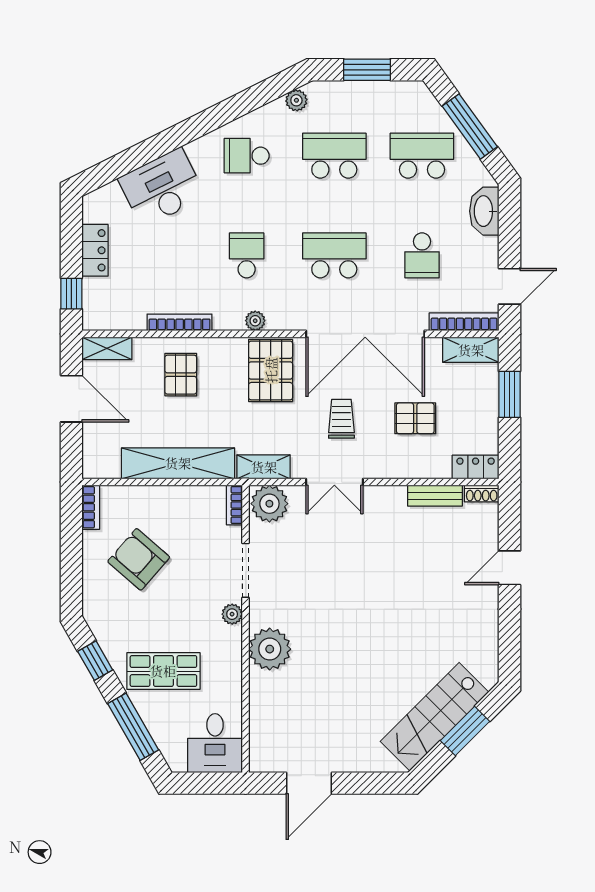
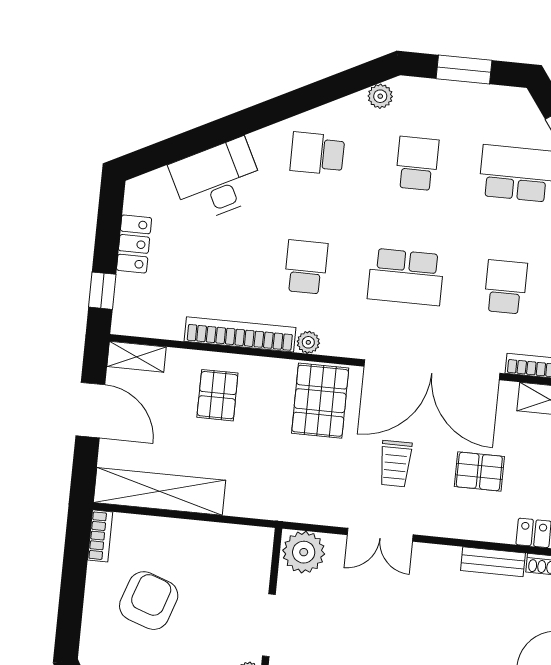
school desk: (334, 156) -> (417, 163), width x0.54
school desk: (334, 255) -> (406, 277), turned 180
school desk: (422, 255) -> (506, 287), turned 180
bookcase: (180, 322) -> (240, 334), width x1.48, depth x1.31
trolley: (341, 419) -> (395, 464), turned 180
shelving: (178, 463) -> (159, 491), moved
shelving: (264, 467) -> (301, 509), removed
bookcase: (234, 505) -> (264, 550), removed
armchair: (139, 559) -> (149, 601), turned 68

